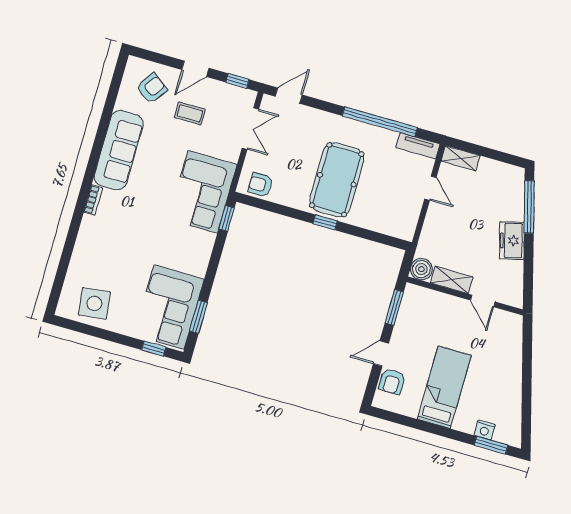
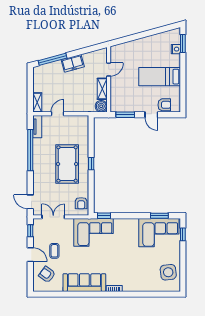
pool table: (337, 180) -> (67, 164), turned 90

